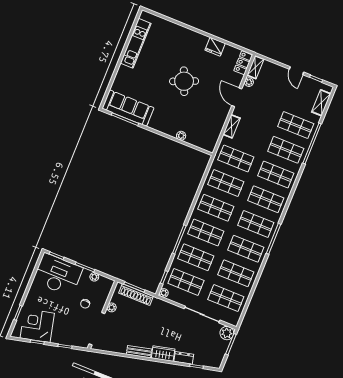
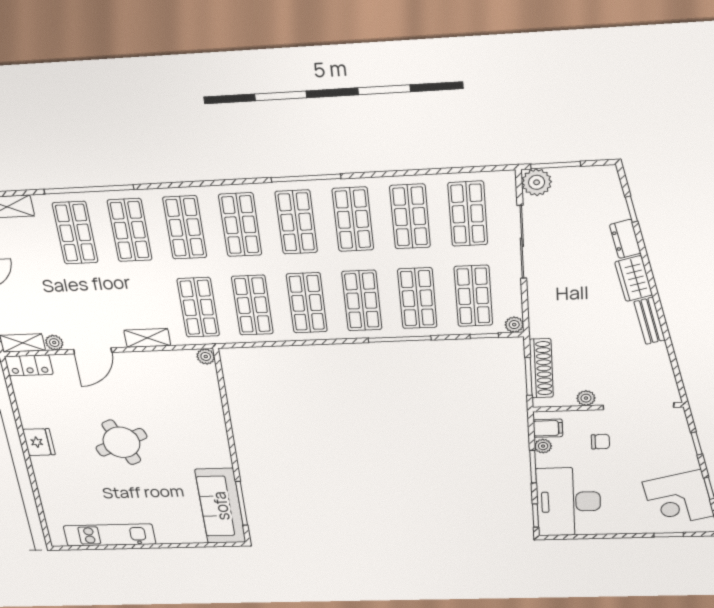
fridge: (215, 47) -> (39, 442), moved
plant: (181, 136) -> (206, 356), moved
filing cabinet: (103, 283) -> (548, 428), added

